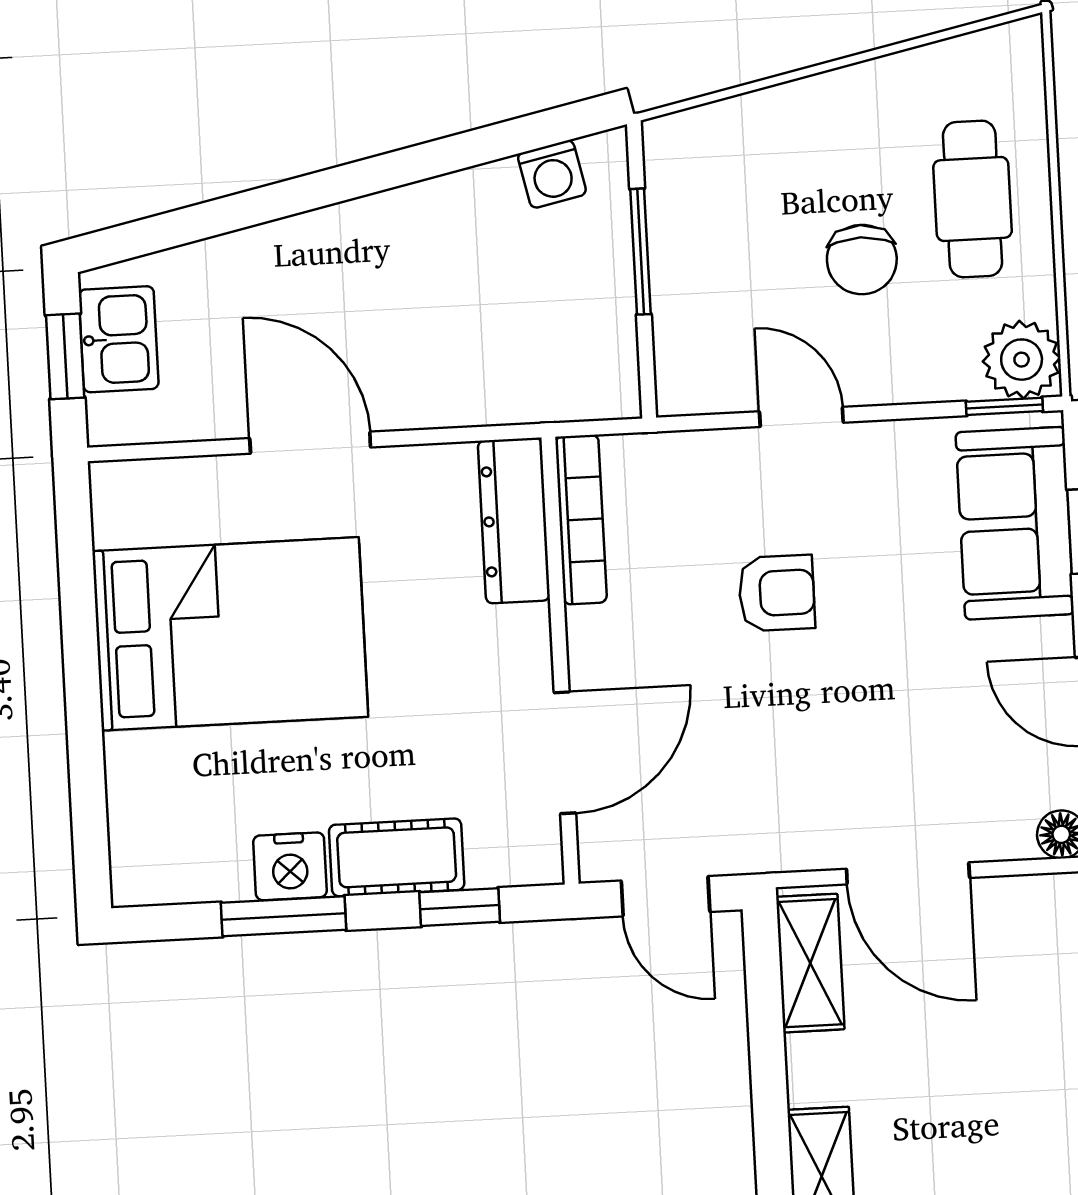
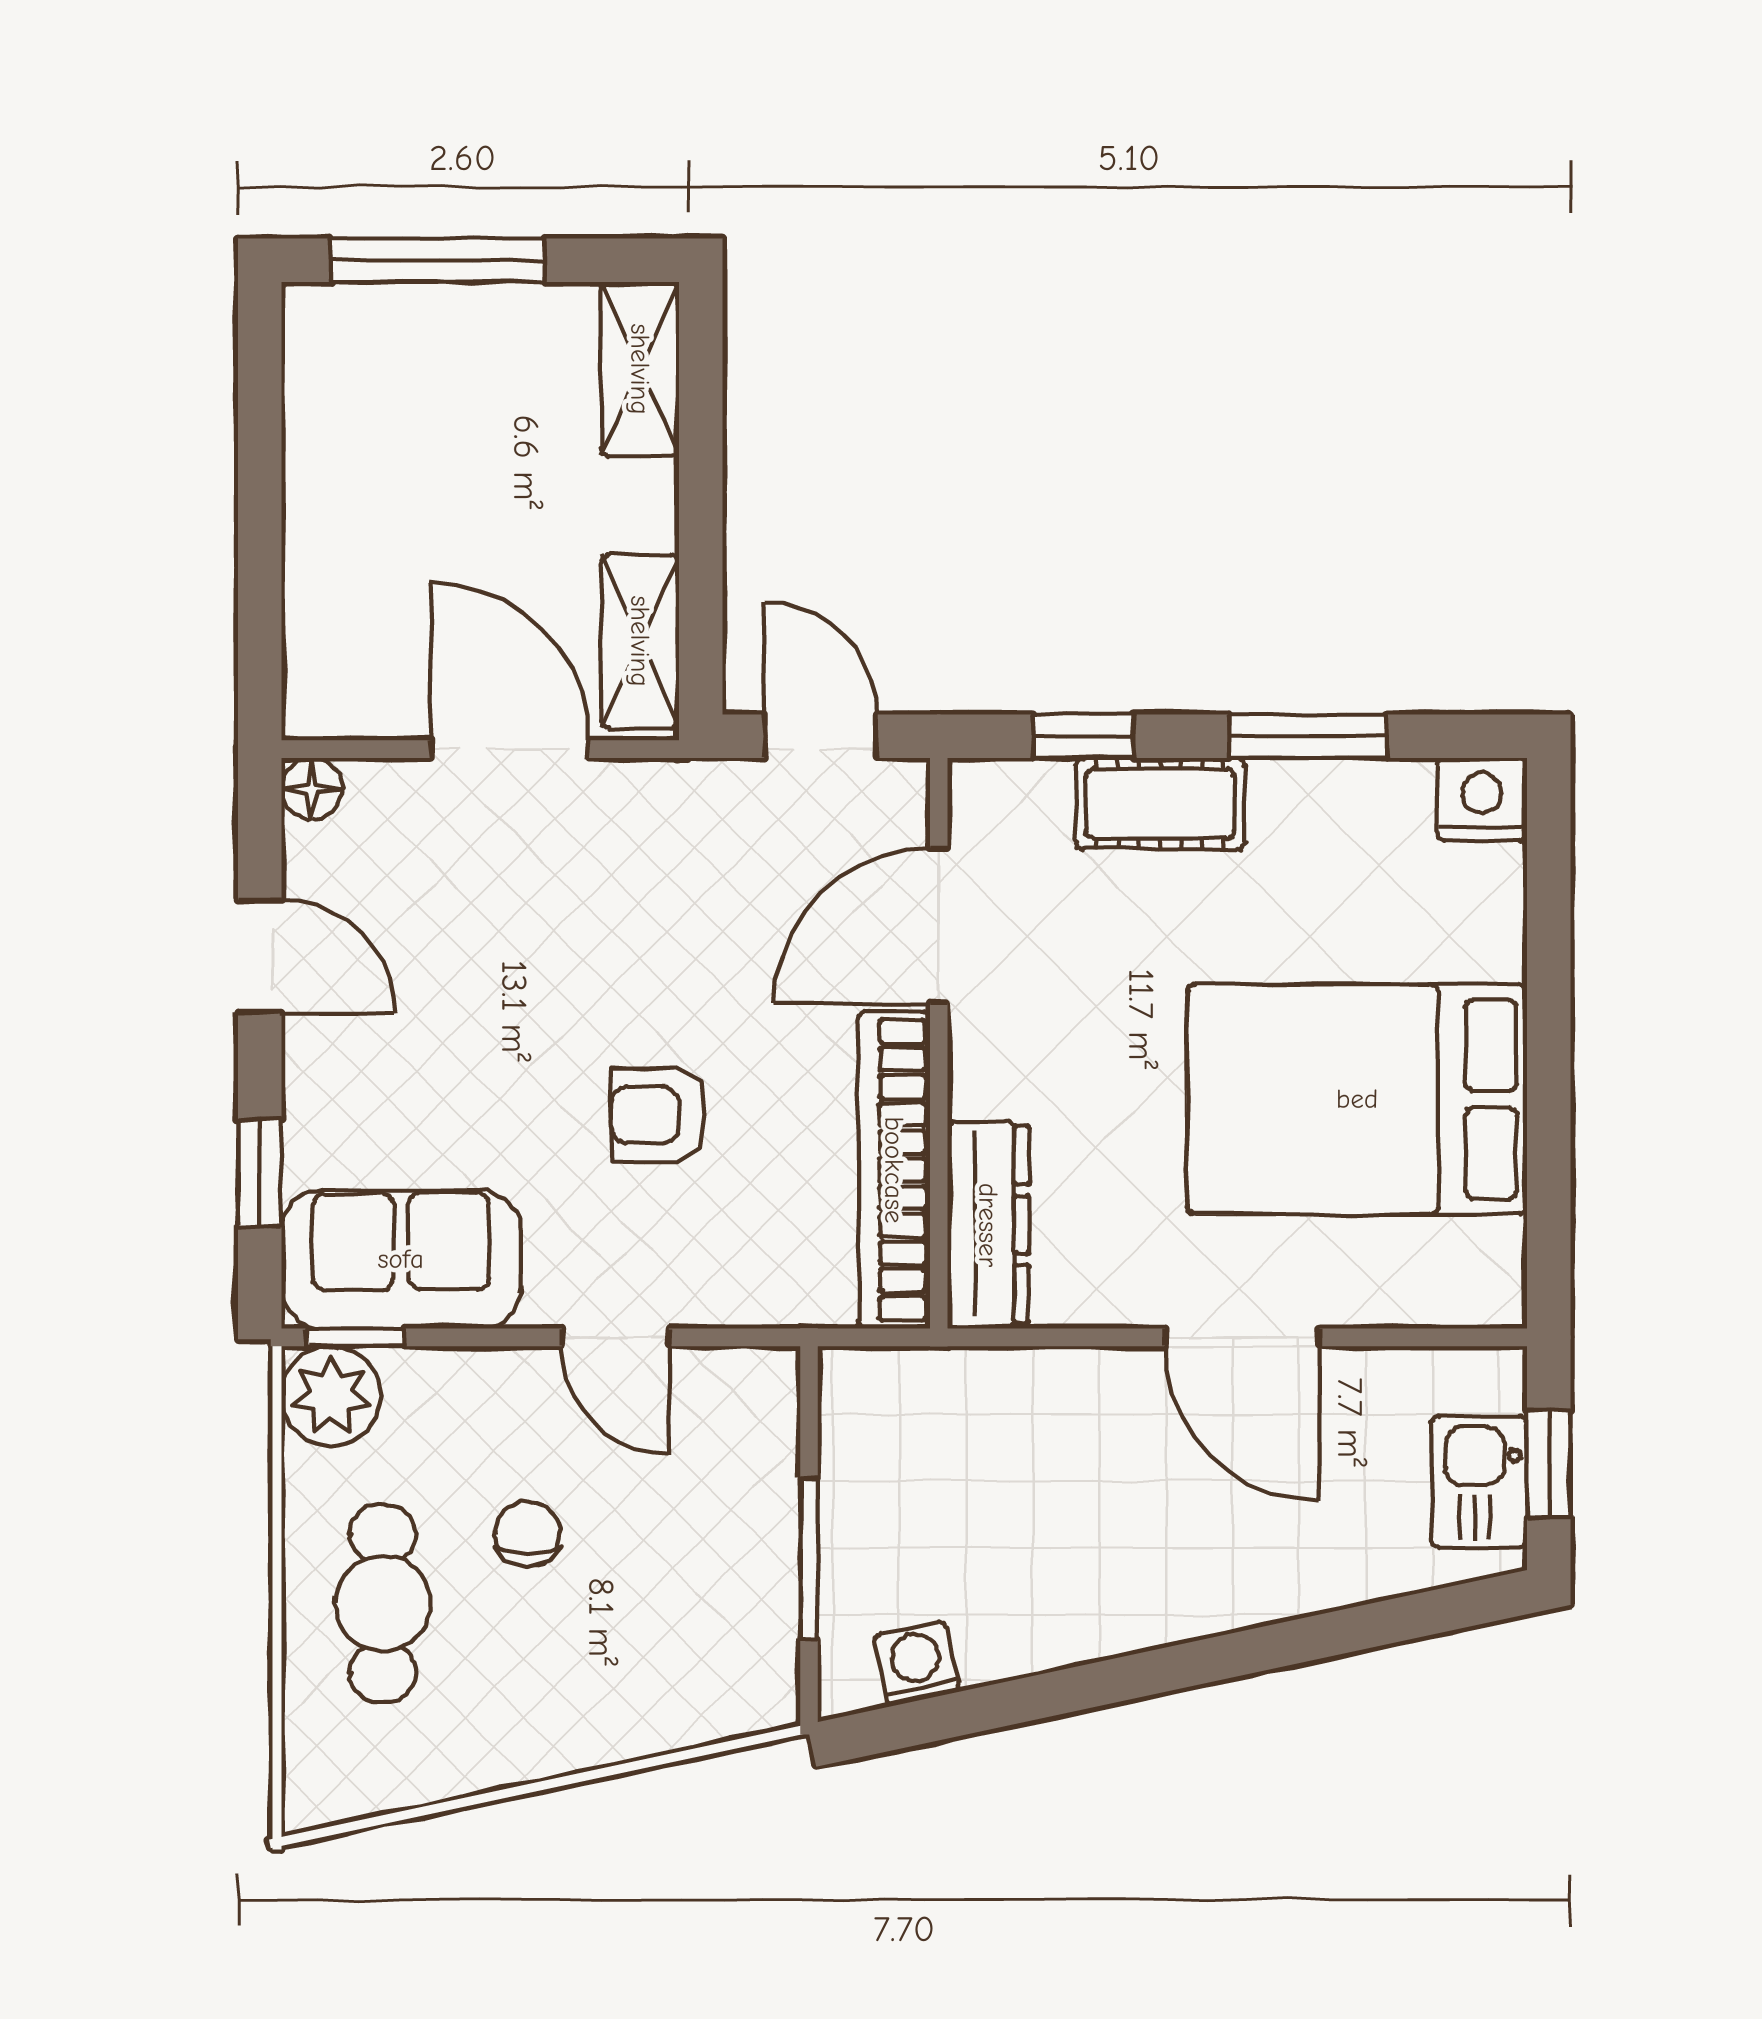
chair: (862, 260) -> (528, 1534), width x0.73, depth x0.73
bookcase: (581, 520) -> (894, 1170), width x1.48, depth x1.31
sofa: (1015, 523) -> (401, 1259), moved, turned -90
nightstand: (290, 866) -> (1482, 799), moved

